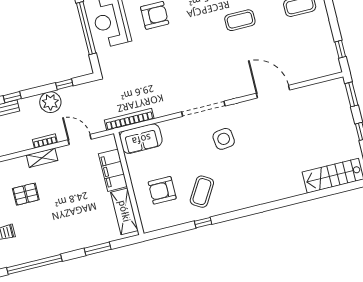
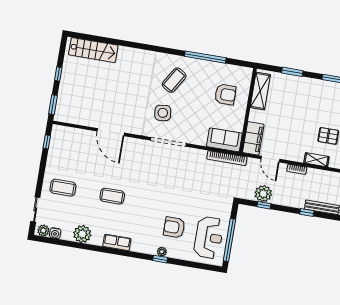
plant: (50, 102) -> (263, 194), moved
shelving: (42, 158) -> (316, 160), moved
filing cabinet: (113, 170) -> (253, 138), moved
coffee table: (202, 192) -> (174, 80), moved
window: (203, 223) -> (205, 57), width x3.17

